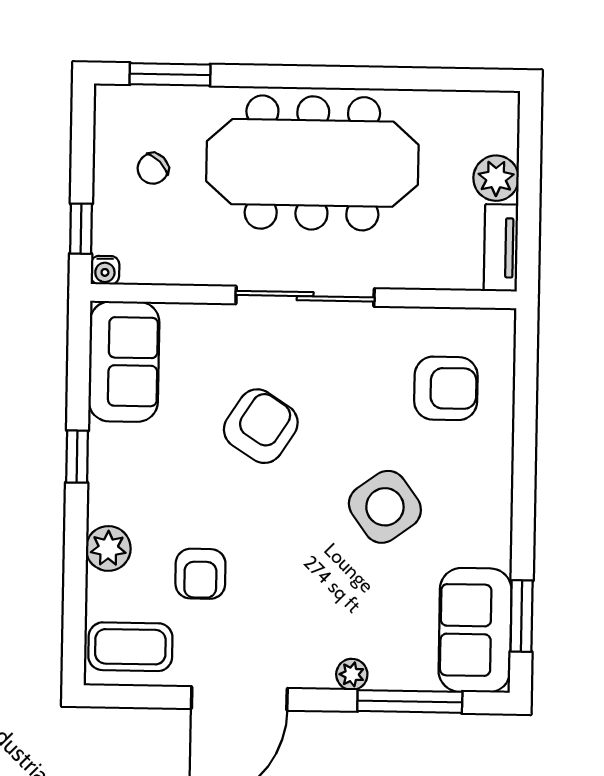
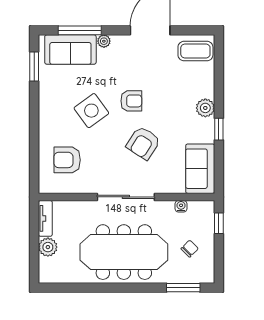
water cooler: (105, 270) -> (181, 206), moved
plant: (108, 548) -> (205, 108), moved
armchair: (200, 574) -> (131, 101), moved, turned 90
sofa: (475, 630) -> (70, 50), moved, turned 90

